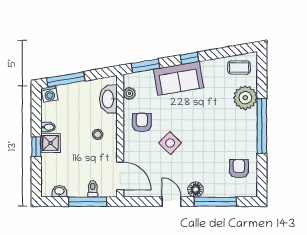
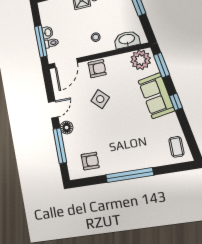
plant: (129, 93) -> (141, 60), width x1.87, depth x1.87
plant: (245, 98) -> (151, 157), removed
armchair: (142, 122) -> (97, 69), moved
washbasin: (59, 191) -> (48, 33), moved

